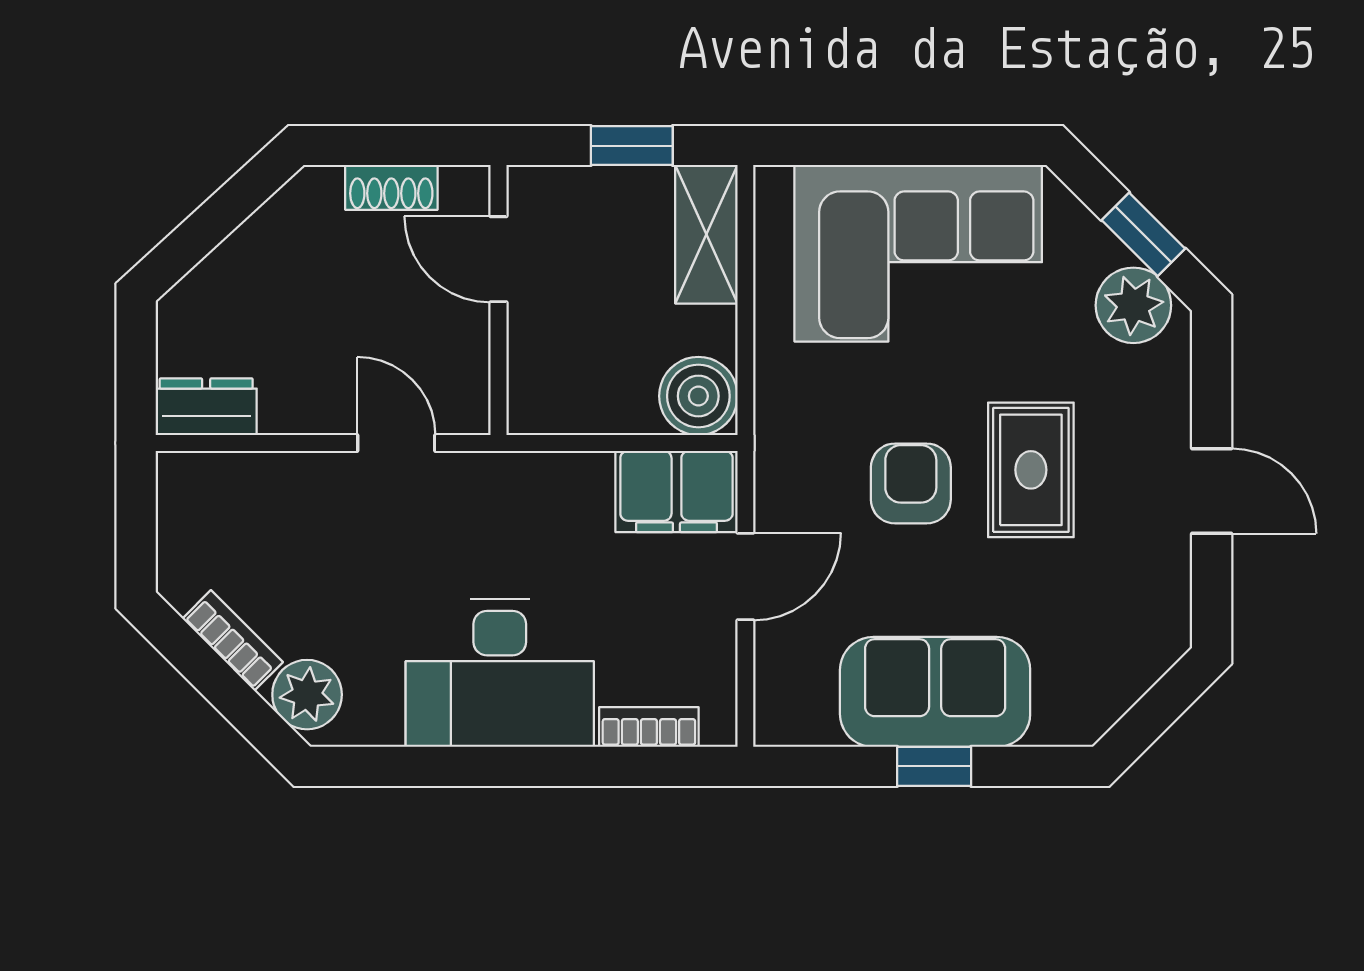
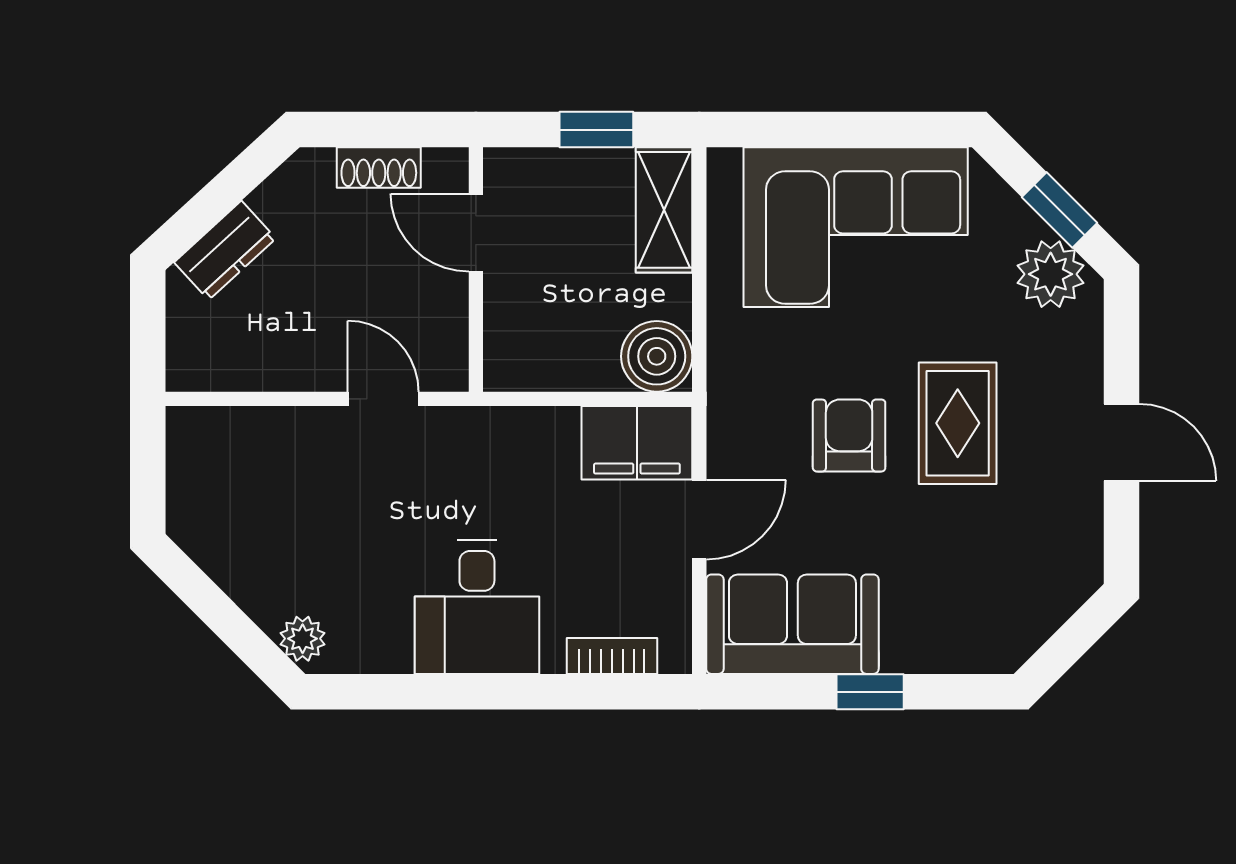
dresser: (206, 407) -> (225, 250), moved, turned 137
bookcase: (233, 640) -> (235, 578), removed
desk: (500, 673) -> (477, 607), width x0.73
sofa: (935, 692) -> (792, 624), moved
plant: (307, 695) -> (303, 639), width x0.73, depth x0.73

